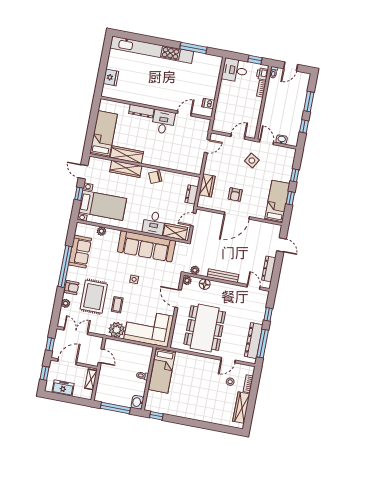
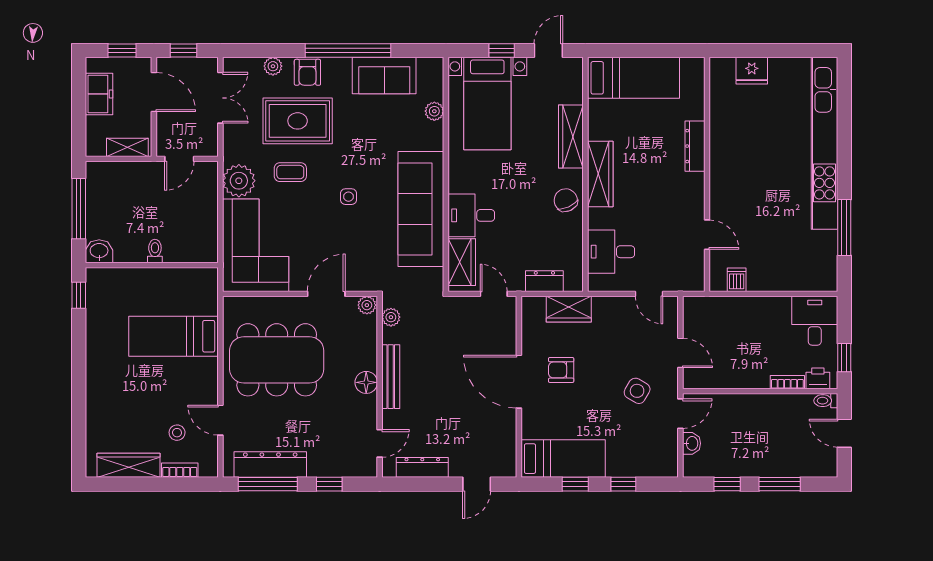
desk: (163, 122) -> (611, 252), moved, turned 180
wardrobe: (127, 155) -> (600, 174), moved
floor lamp: (205, 284) -> (366, 382), moved
bed: (162, 370) -> (173, 336), moved

